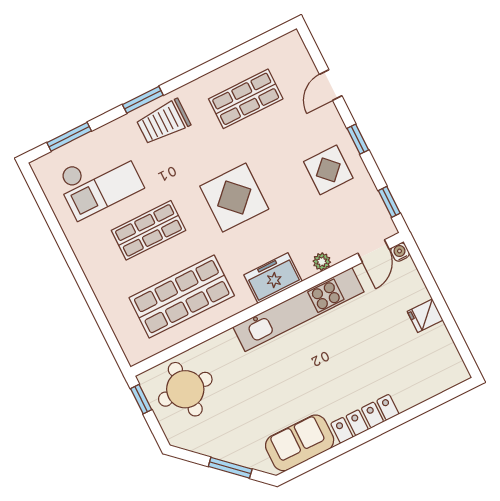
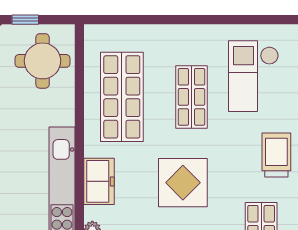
window: (141, 399) -> (25, 20), moved

